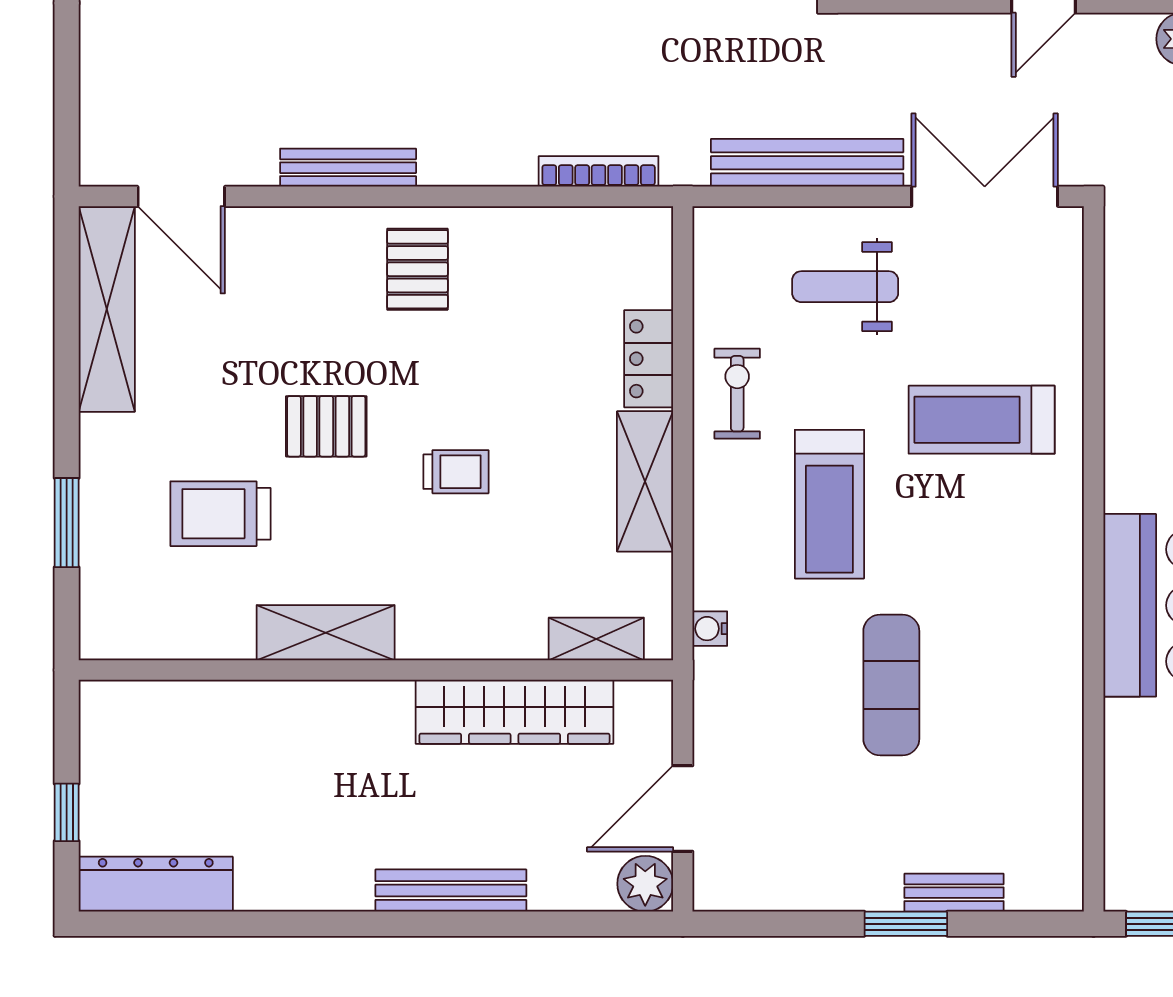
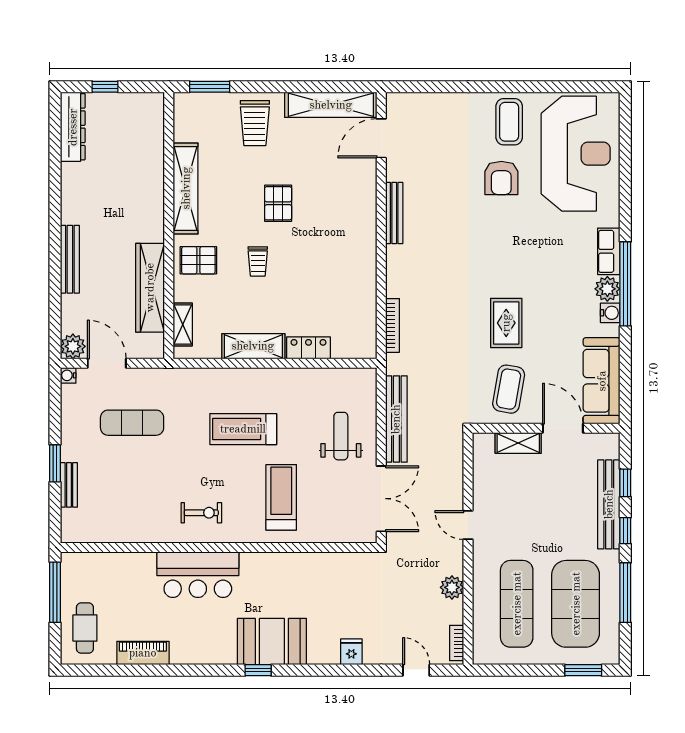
pallet: (417, 269) -> (198, 260), moved
exercise bike: (737, 394) -> (201, 513), moved
trolley: (220, 514) -> (255, 123), moved, turned 180
window: (67, 523) -> (210, 87), moved
water cooler: (710, 629) -> (68, 375), moved, turned -90
shelving: (326, 633) -> (186, 188), width x1.47
exercise mat: (891, 685) -> (132, 423), moved

